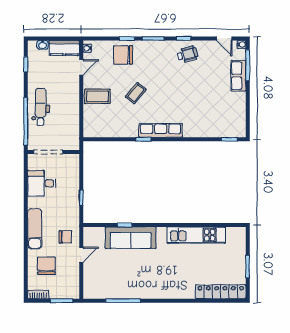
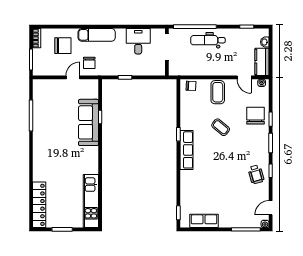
row of seats: (238, 76) -> (204, 221), moved
dental chair: (41, 107) -> (208, 40), turned 180
chair: (91, 126) -> (191, 86), added
kitchen unit: (196, 235) -> (91, 201), moved
door: (81, 255) -> (73, 77), swing flipped

